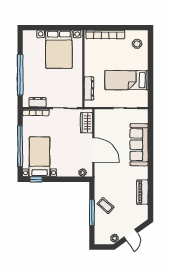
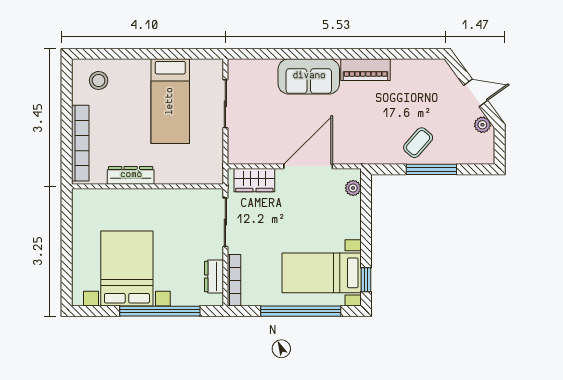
bed with nightstands: (59, 49) -> (127, 268), moved, turned -90
dresser: (89, 88) -> (131, 175), moved
sofa: (139, 145) -> (309, 76), width x0.73
piano: (142, 192) -> (366, 70), moved

